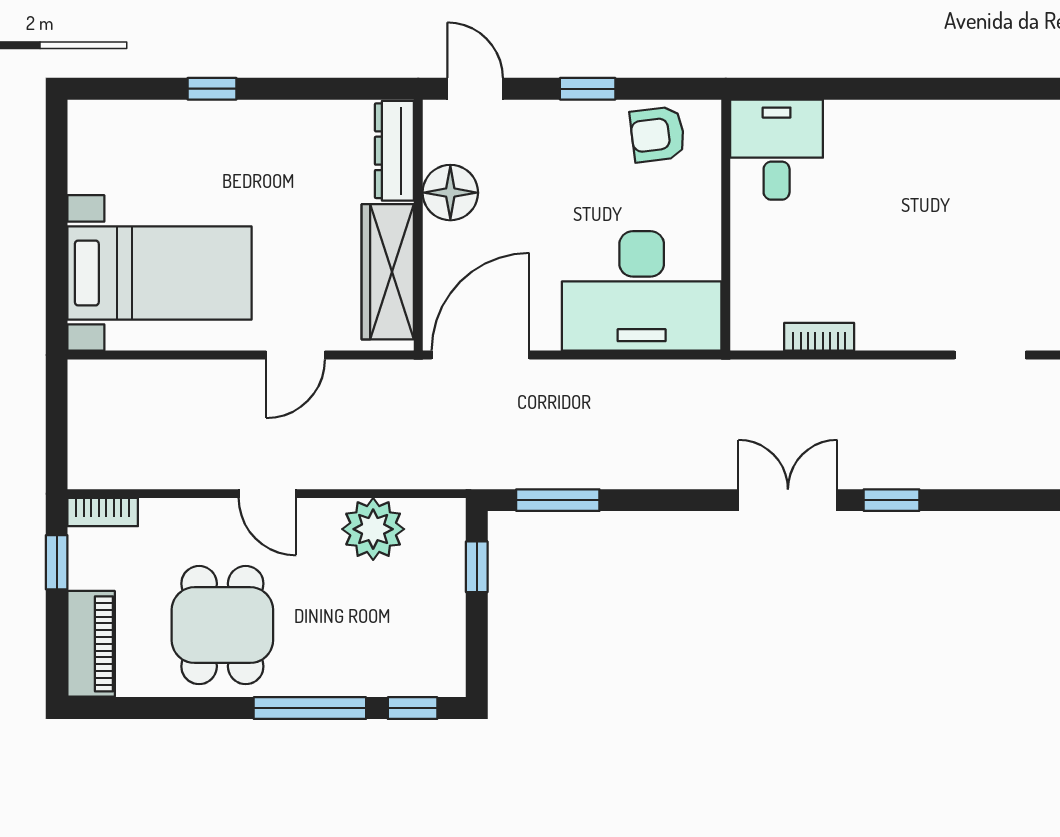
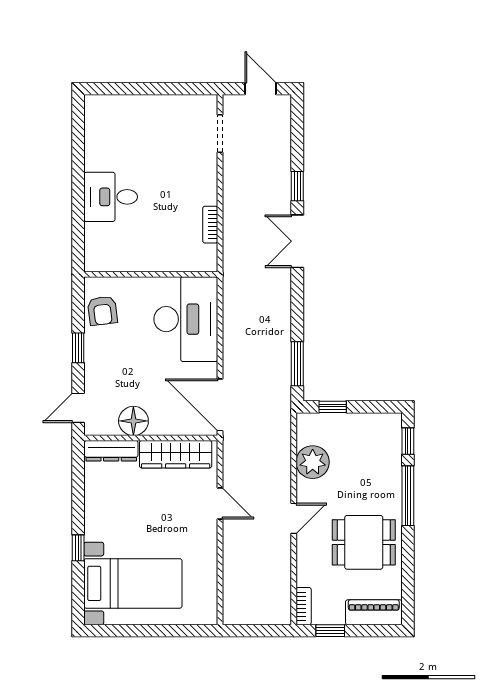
desk: (777, 150) -> (111, 197), moved
bed with nightstands: (160, 273) -> (133, 583), moved, turned 90

